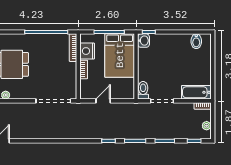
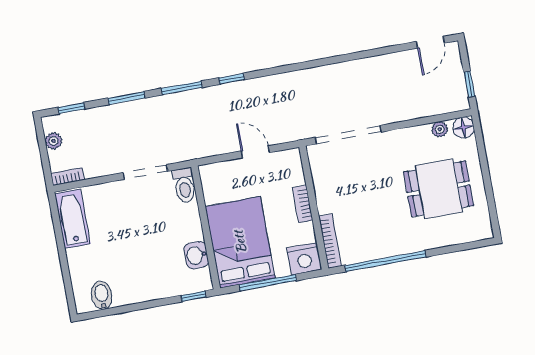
washbasin: (143, 41) -> (196, 255), moved
nightstand: (87, 51) -> (304, 259), moved, turned 90
bathtub: (196, 92) -> (72, 219), moved, turned -90
door: (103, 101) -> (255, 152), swing flipped

